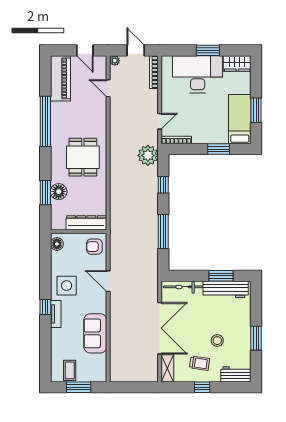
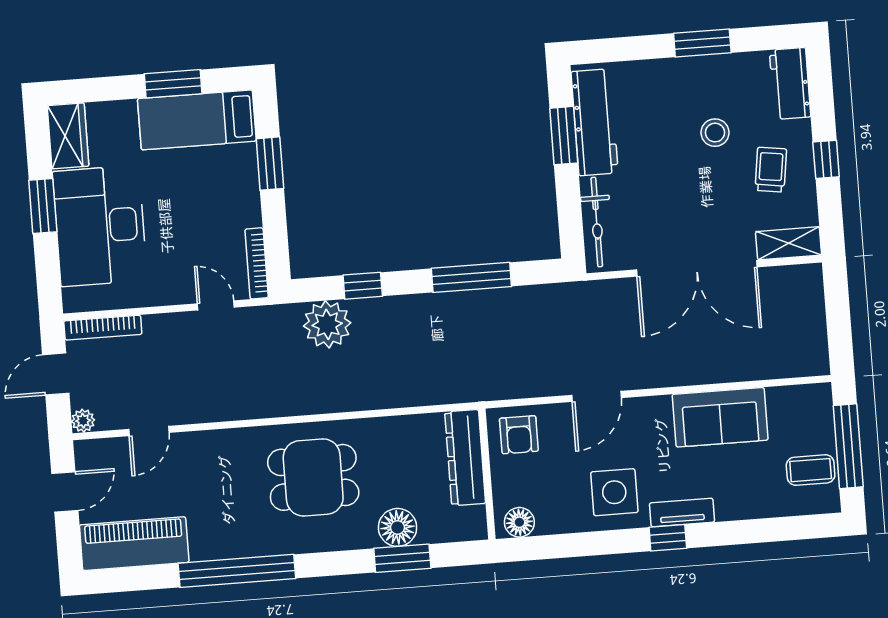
plant: (148, 155) -> (327, 324), moved
double door: (160, 328) -> (697, 268), swing flipped
window: (79, 387) -> (848, 446), width x1.44

